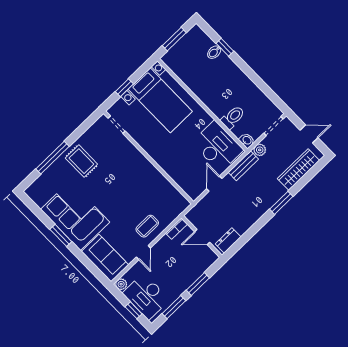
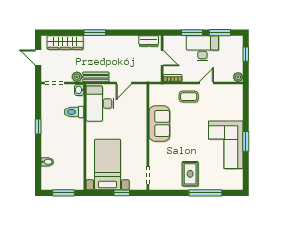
window: (225, 47) -> (38, 127), moved
sofa: (105, 258) -> (159, 124), moved, turned 180
desk: (146, 296) -> (202, 48), moved, turned -90

